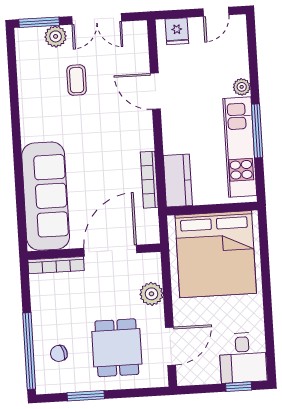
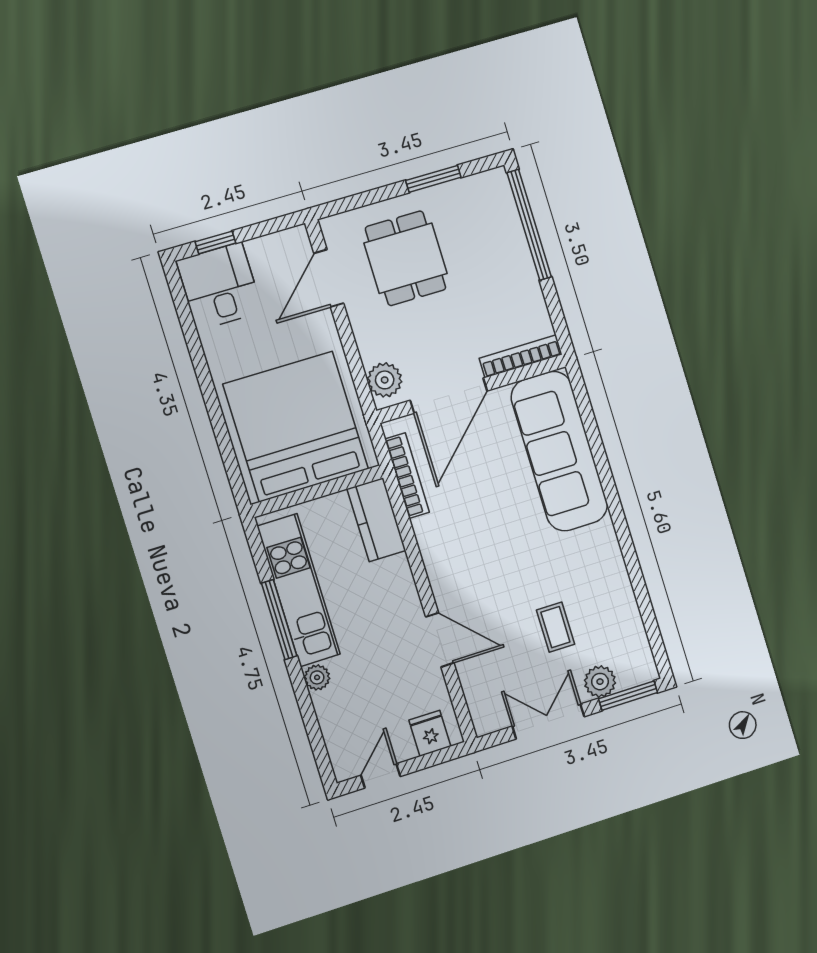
bookcase: (149, 180) -> (407, 476), moved
plant: (151, 294) -> (385, 380), moved
chair: (59, 353) -> (486, 231), removed

